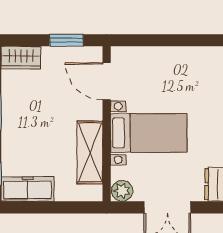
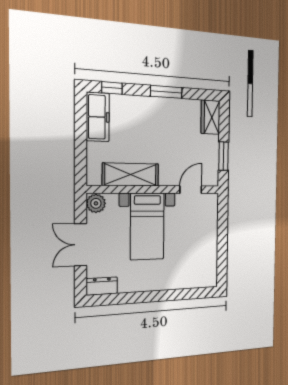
door: (107, 81) -> (191, 190), width x0.73

